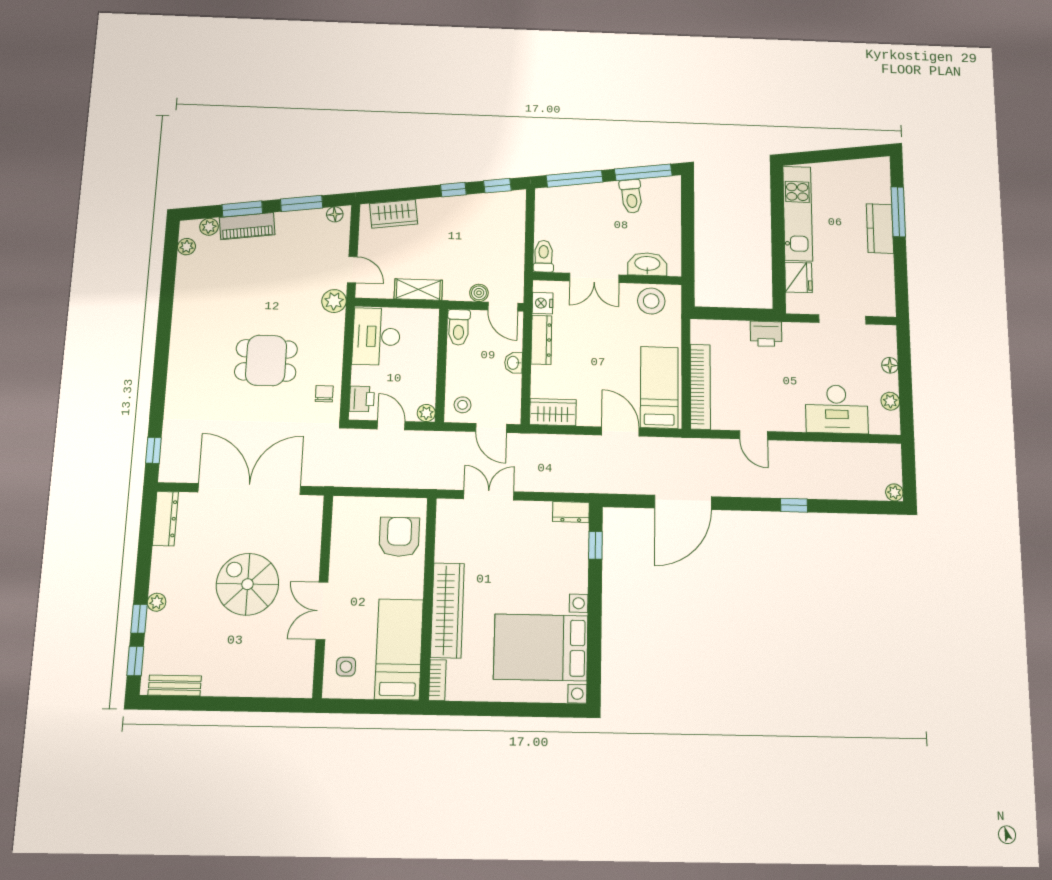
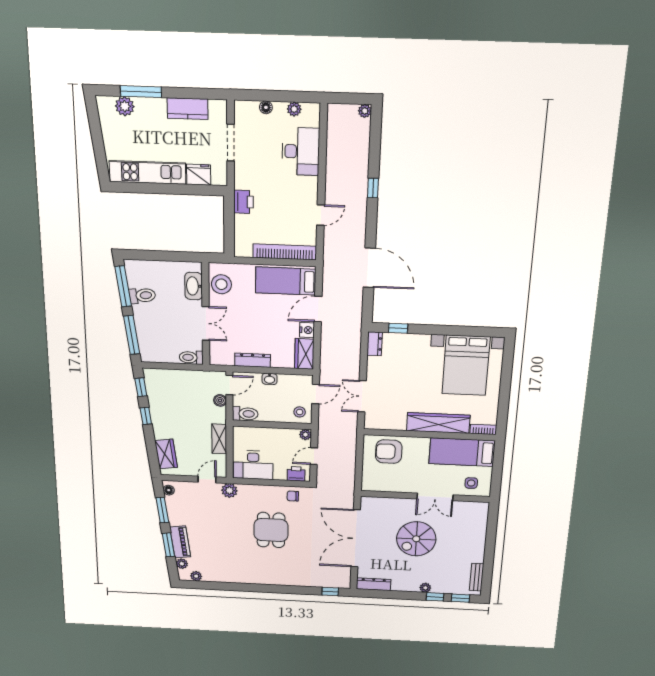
plant: (879, 191) -> (125, 106), added
kitchen counter: (880, 229) -> (187, 109), moved
nightstand: (543, 303) -> (307, 330), moved, turned -90

